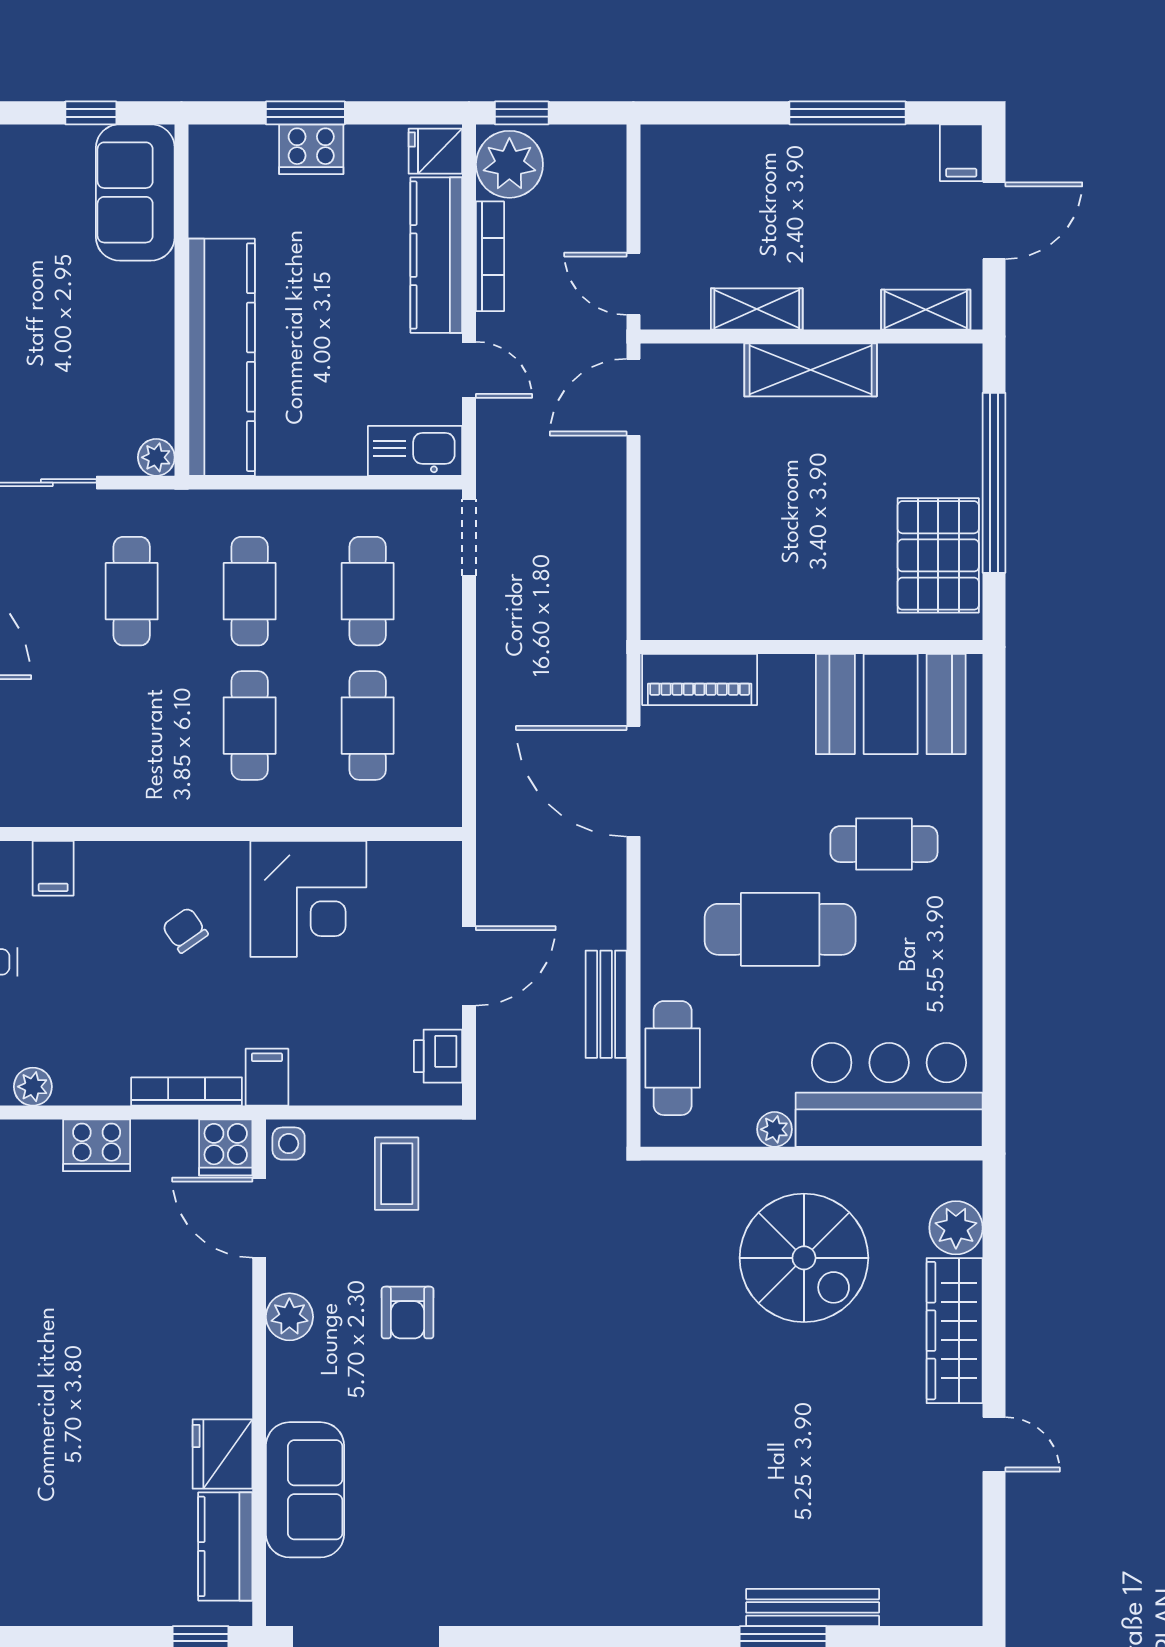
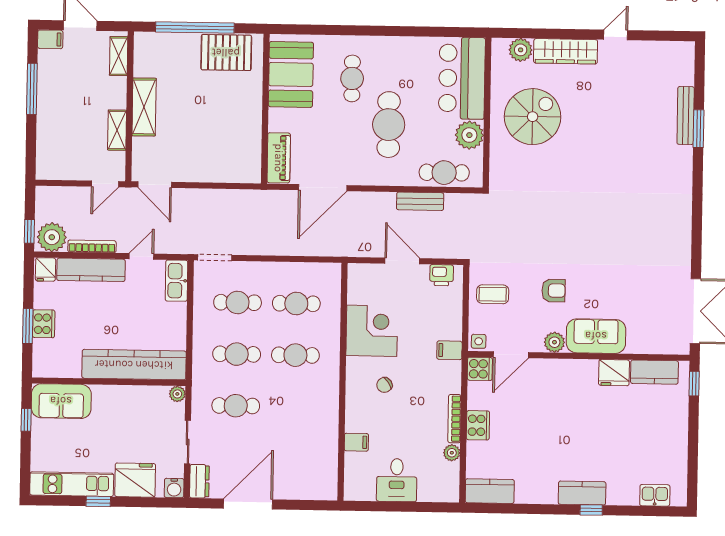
bookcase: (187, 1092) -> (455, 419), moved
plant: (775, 1129) -> (469, 135), width x1.87, depth x1.87
sofa: (305, 1490) -> (596, 336), moved

